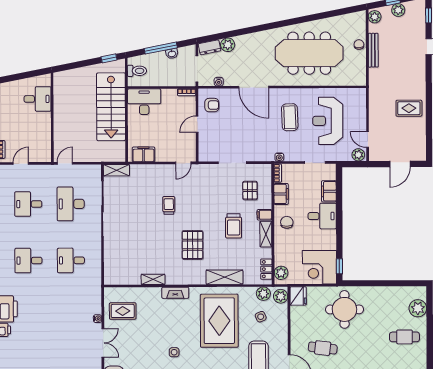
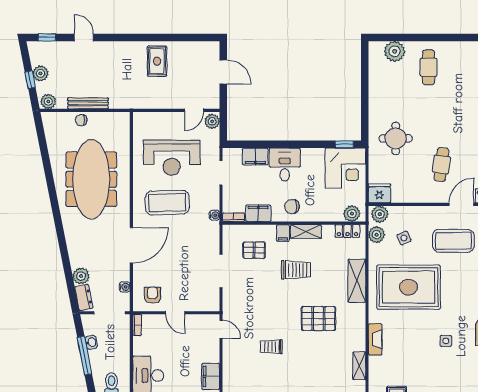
coffee table: (290, 117) -> (167, 203), width x1.36, depth x1.32
round table: (344, 309) -> (396, 138), width x0.73, depth x0.73

